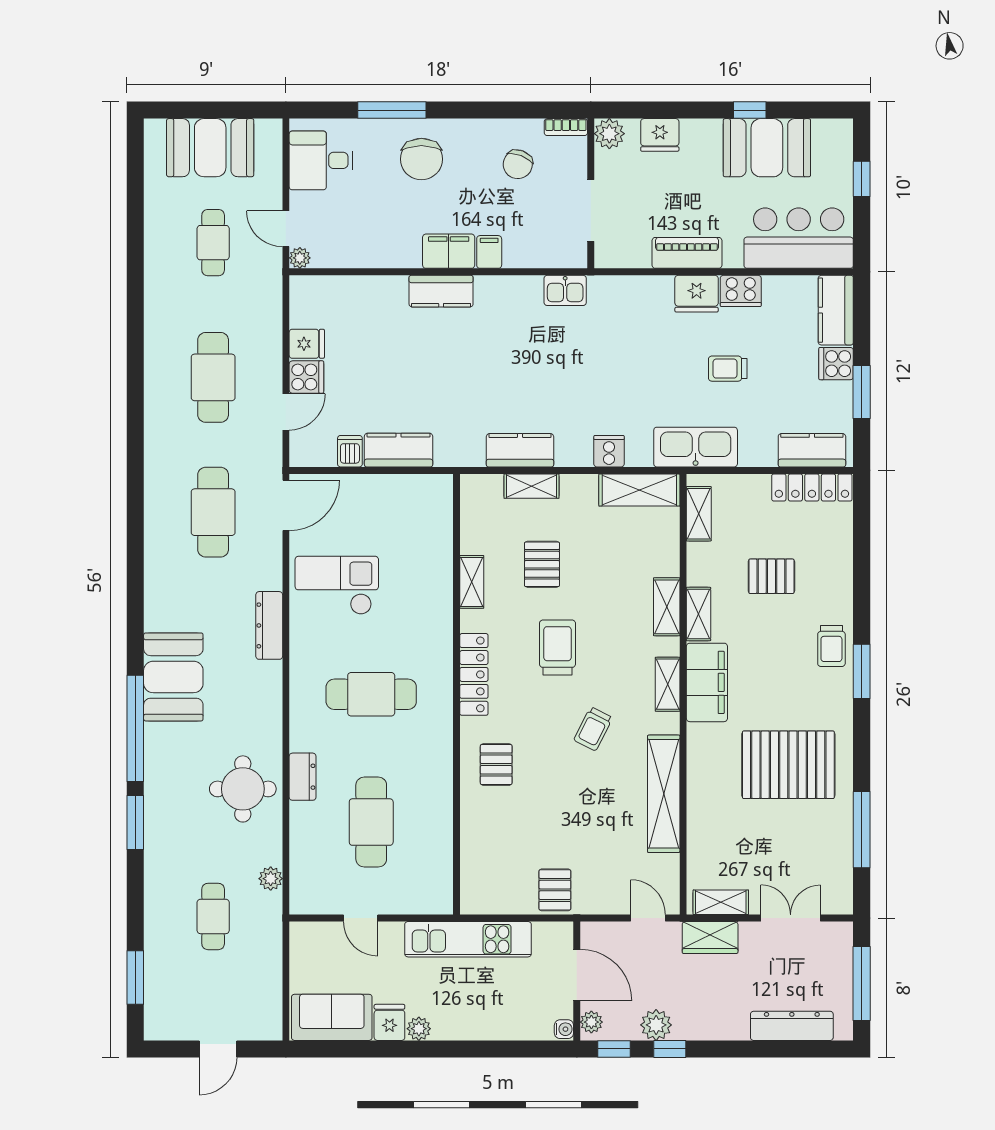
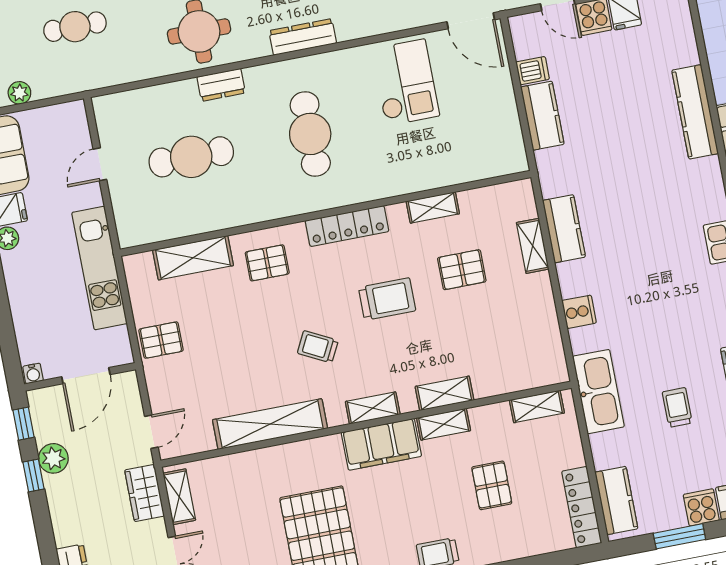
kitchen counter: (441, 291) -> (695, 112), width x1.50
shelving: (639, 490) -> (193, 258), moved, turned 90
dresser: (269, 625) -> (303, 37), moved
plant: (271, 879) -> (19, 93), moved
plant: (591, 1022) -> (45, 398), removed

